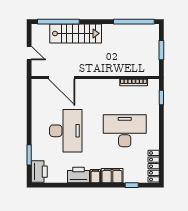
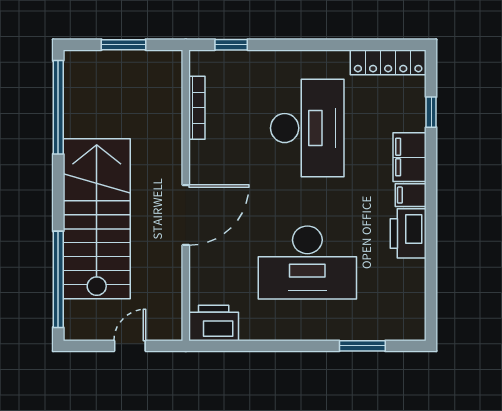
stairs: (76, 33) -> (97, 219), width x1.36, depth x1.51
door: (62, 77) -> (186, 215), moved
desk: (66, 131) -> (307, 263), turned 180
desk: (125, 131) -> (307, 128), turned 180
printer: (39, 172) -> (214, 323), moved

